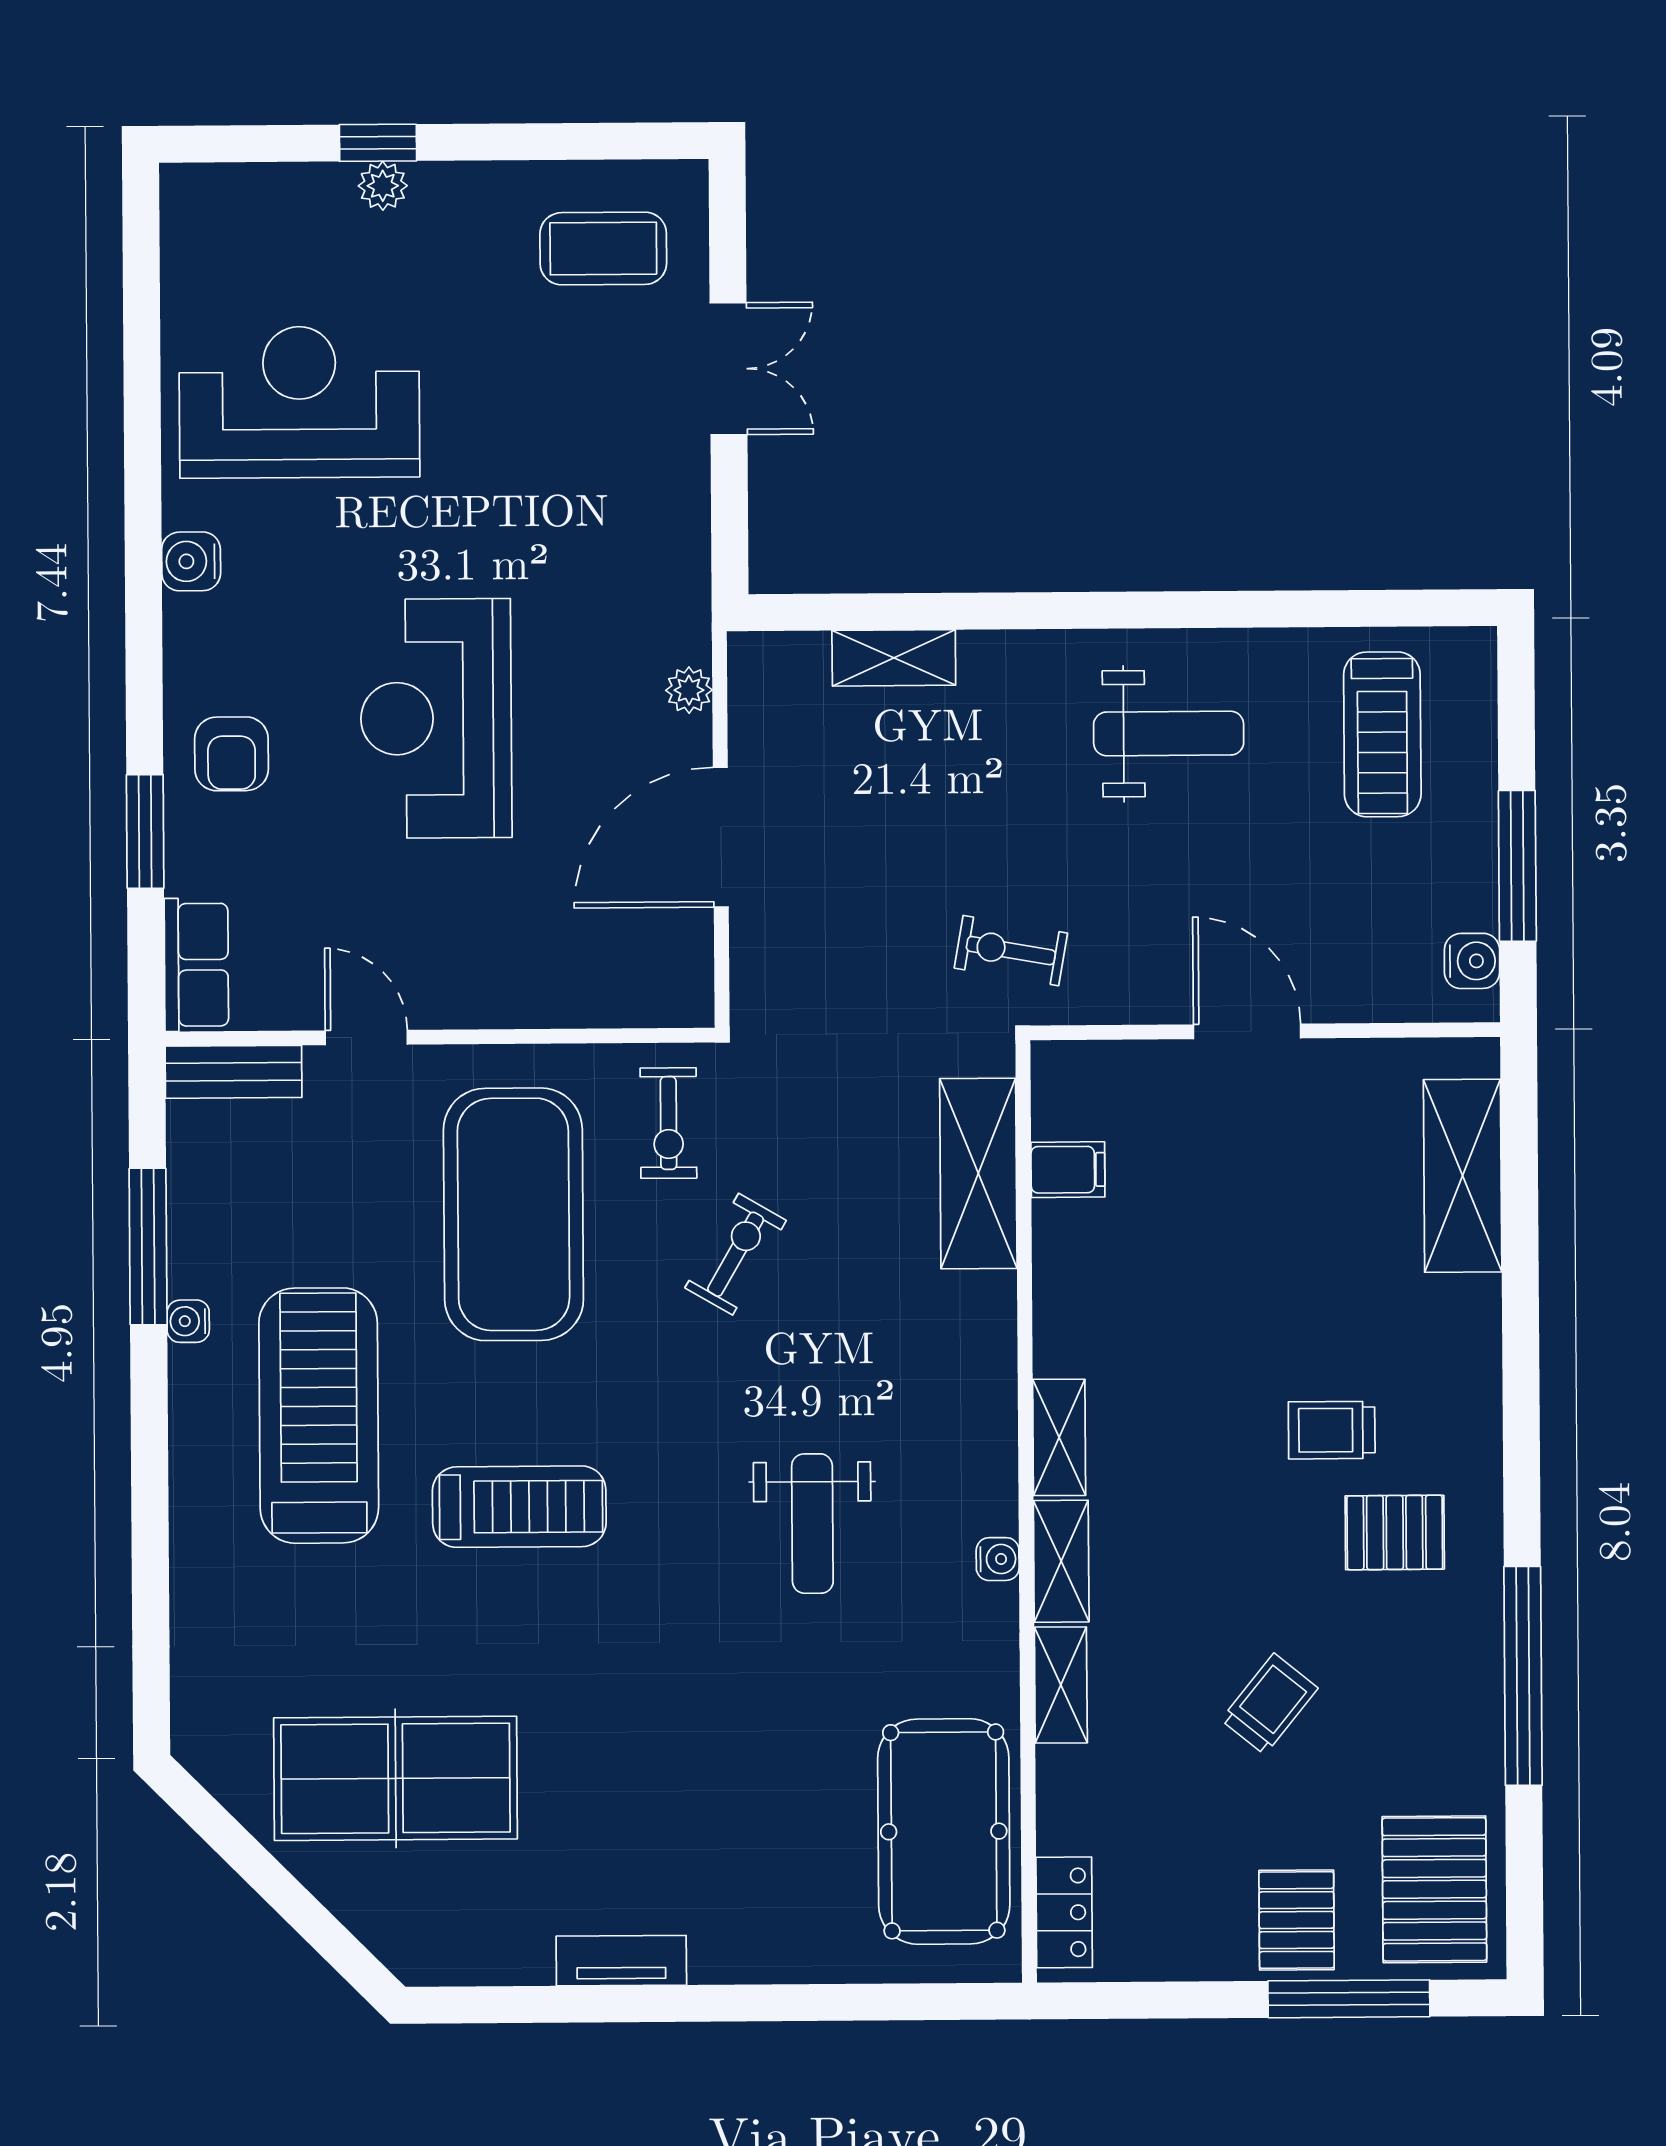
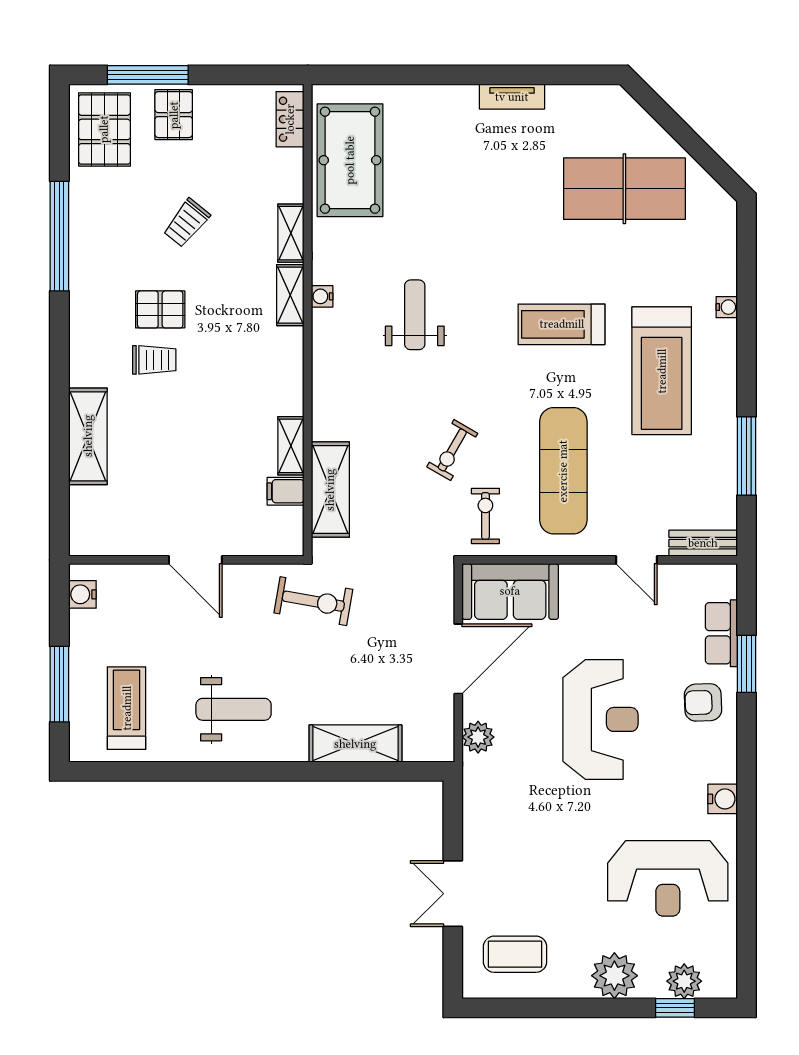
window: (378, 143) -> (675, 1008), moved
plant: (383, 186) -> (614, 976), width x1.88, depth x1.88
plant: (265, 197) -> (684, 981), added
shelving: (894, 658) -> (355, 744), width x1.50, depth x1.33
plant: (689, 690) -> (478, 737), width x1.38, depth x1.38
weight bench: (1169, 734) -> (234, 709), turned 180
armchair: (231, 754) -> (703, 702), turned -92
window: (1517, 866) -> (59, 684), moved
exercise bike: (1011, 951) -> (313, 601), width x1.38, depth x1.39
row of seats: (196, 965) -> (721, 633), moved
sofa: (618, 973) -> (510, 591), added
shelving: (1463, 1176) -> (88, 436), moved
exercise mat: (513, 1214) -> (563, 471), width x0.68
water cooler: (188, 1321) -> (727, 307), moved
shelving: (1059, 1437) -> (291, 446), moved
pallet: (1395, 1532) -> (160, 309), moved

